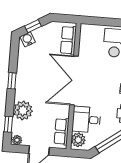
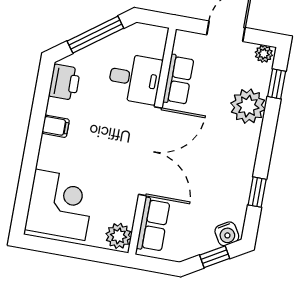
window: (12, 81) -> (257, 192), moved
row of seats: (62, 132) -> (178, 80), moved
plant: (78, 140) -> (119, 236), moved

